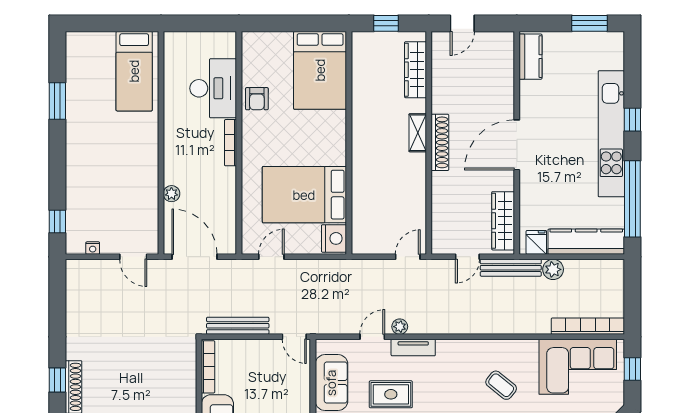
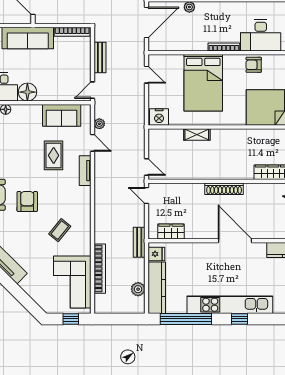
shelving: (418, 133) -> (197, 135), moved
door: (517, 145) -> (235, 241), moved
bed: (304, 195) -> (203, 83), moved, turned 180
wardrobe: (503, 221) -> (171, 231), width x0.67
door: (467, 257) -> (147, 195), moved
bench: (511, 268) -> (139, 242), width x0.73
plant: (553, 269) -> (138, 289), moved
bench: (238, 326) -> (100, 57), width x0.73
bookcase: (588, 326) -> (100, 269), moved
plant: (400, 327) -> (99, 124), moved

